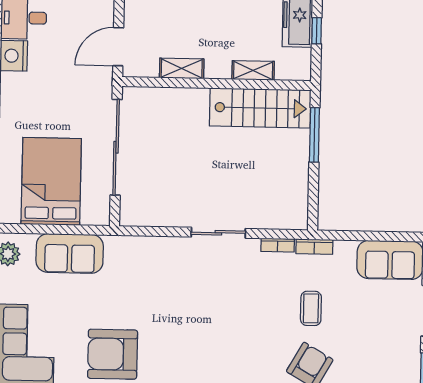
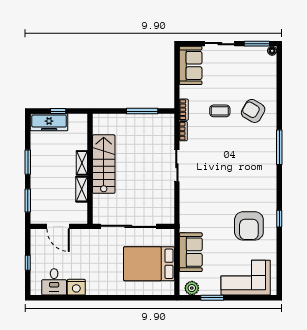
door: (118, 47) -> (58, 226), moved
shelving: (253, 70) -> (82, 163), moved
stairs: (260, 108) -> (104, 164), moved
window: (314, 135) -> (142, 111), moved

